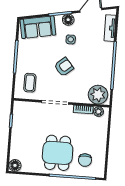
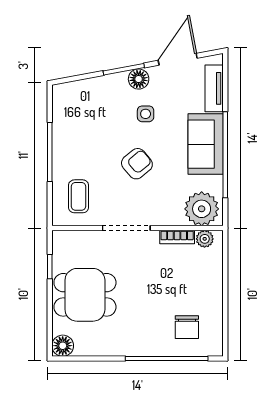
sofa: (38, 27) -> (206, 144), moved, turned 101
dining table: (58, 153) -> (85, 295), moved, turned 90

